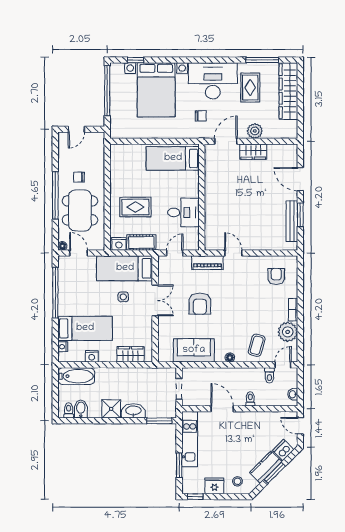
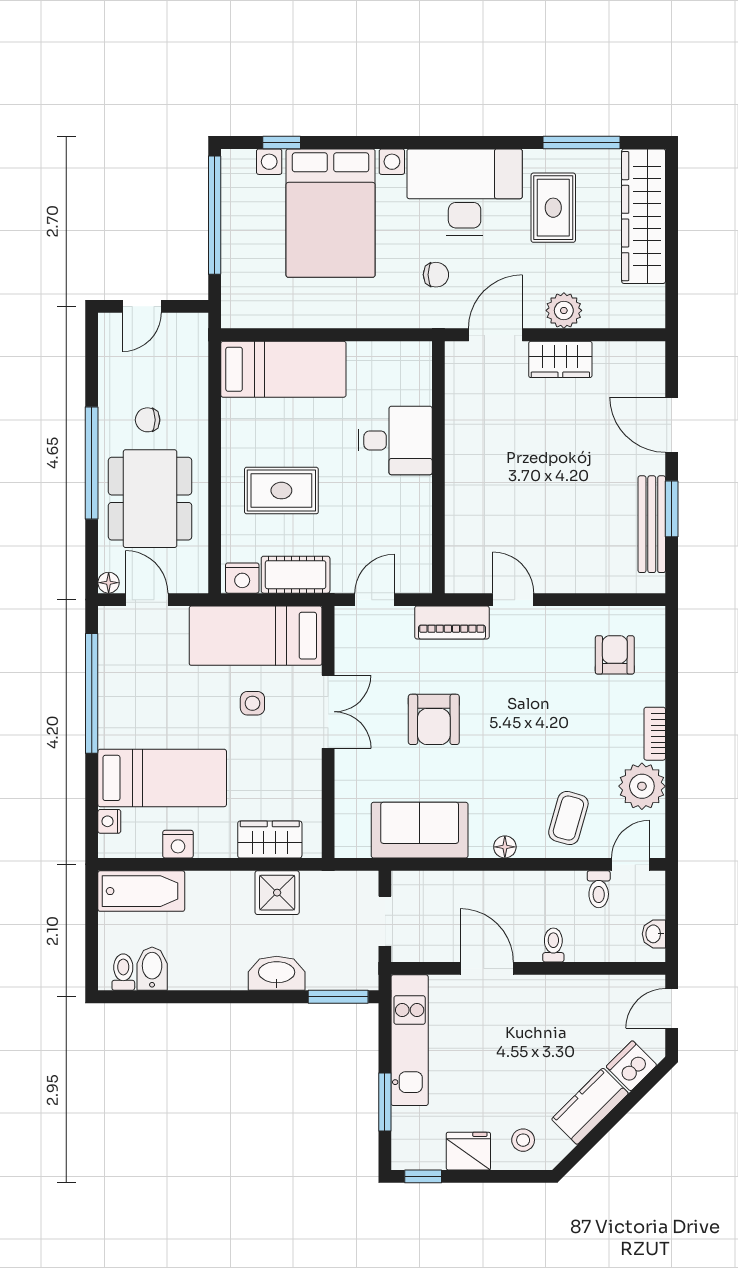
bed: (173, 158) -> (283, 369), moved, turned 180
desk: (183, 212) -> (395, 440), moved
shower: (111, 409) -> (277, 893), moved
door: (300, 426) -> (672, 1008), hinge flipped
window: (275, 473) -> (611, 1120), removed

